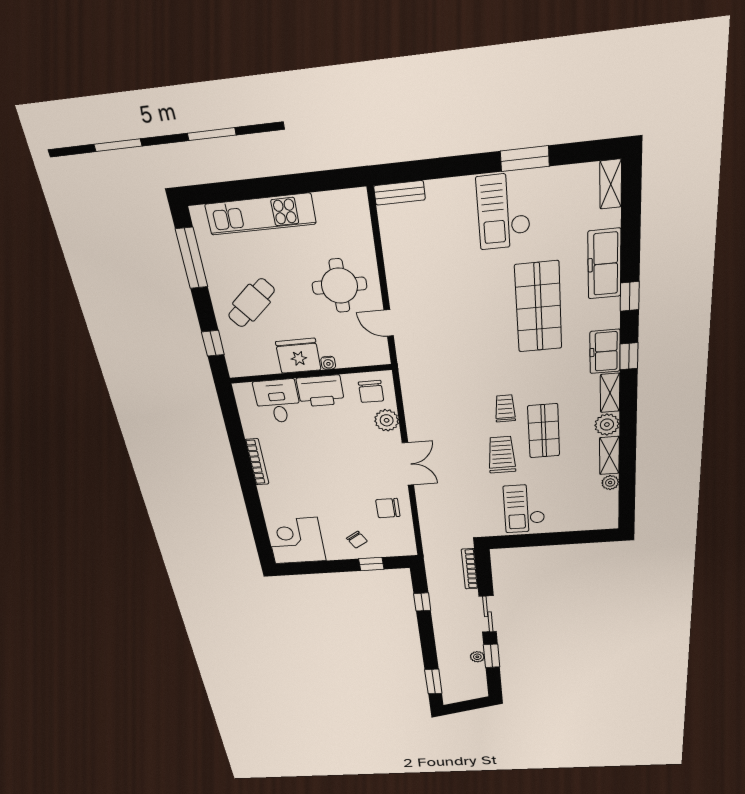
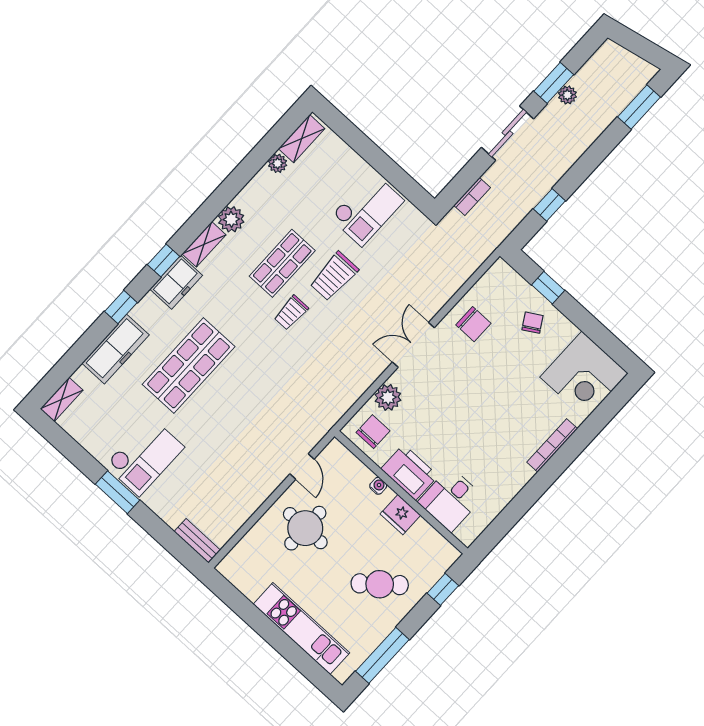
window: (525, 159) -> (117, 492), moved
fridge: (298, 356) -> (400, 515), width x0.73, depth x0.75
shelving: (609, 456) -> (302, 139), moved
bookcase: (257, 462) -> (552, 445), moved
bookcase: (470, 569) -> (472, 197), width x0.64

